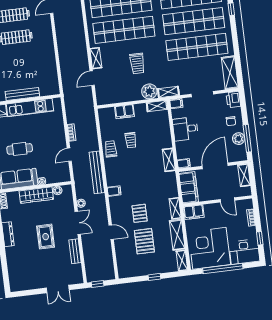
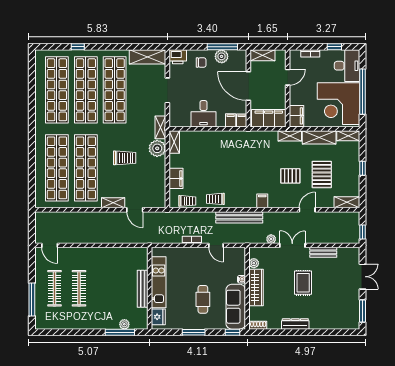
filing cabinet: (176, 104) -> (231, 120), moved
trolley: (131, 140) -> (187, 201), moved
shelving: (169, 160) -> (347, 202), moved
rug: (46, 237) -> (303, 283), turned 90
pallet: (144, 241) -> (322, 174), turned 90
window: (27, 293) -> (363, 311), added

